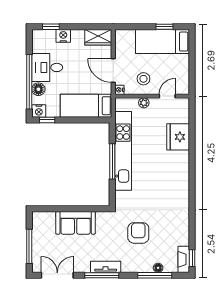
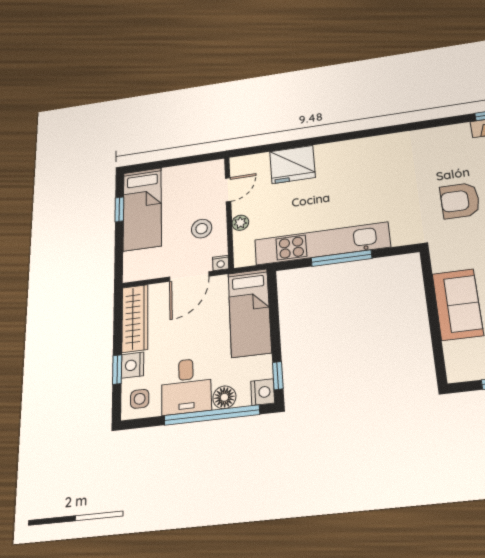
window: (51, 27) -> (117, 370), moved
wardrobe: (98, 37) -> (135, 318), width x1.50
side table: (43, 40) -> (140, 399), added
door: (167, 96) -> (228, 190), swing flipped

